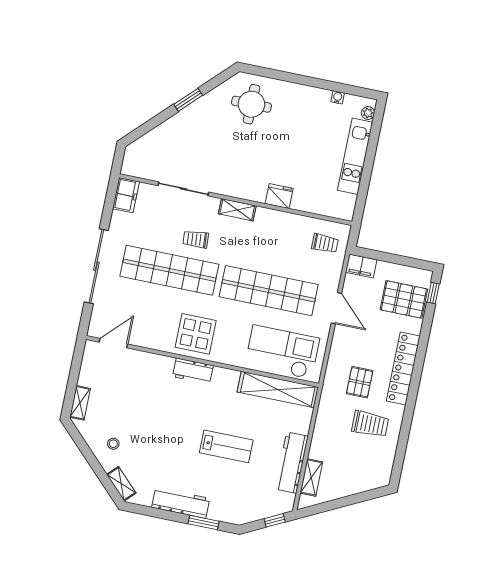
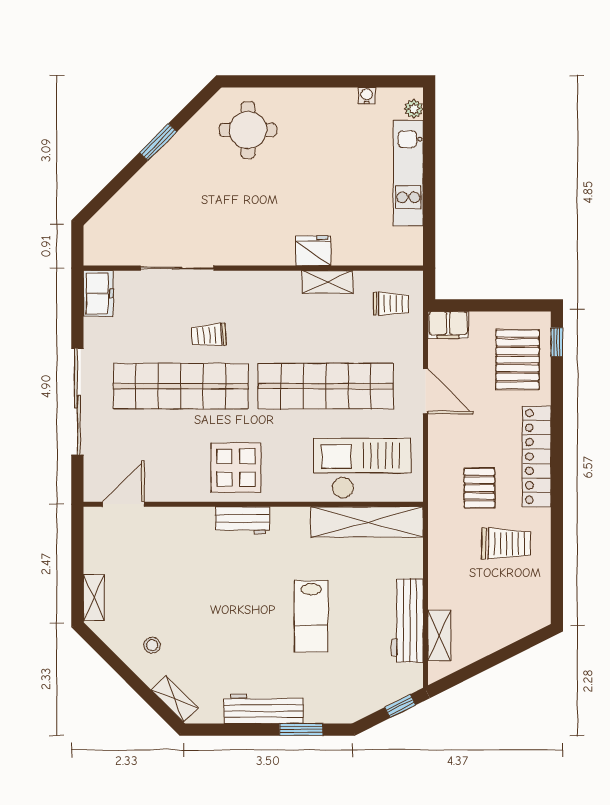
shelving: (237, 210) -> (327, 282), moved
pallet: (404, 299) -> (518, 360), turned 90
lab bench: (226, 446) -> (311, 616), turned 90

